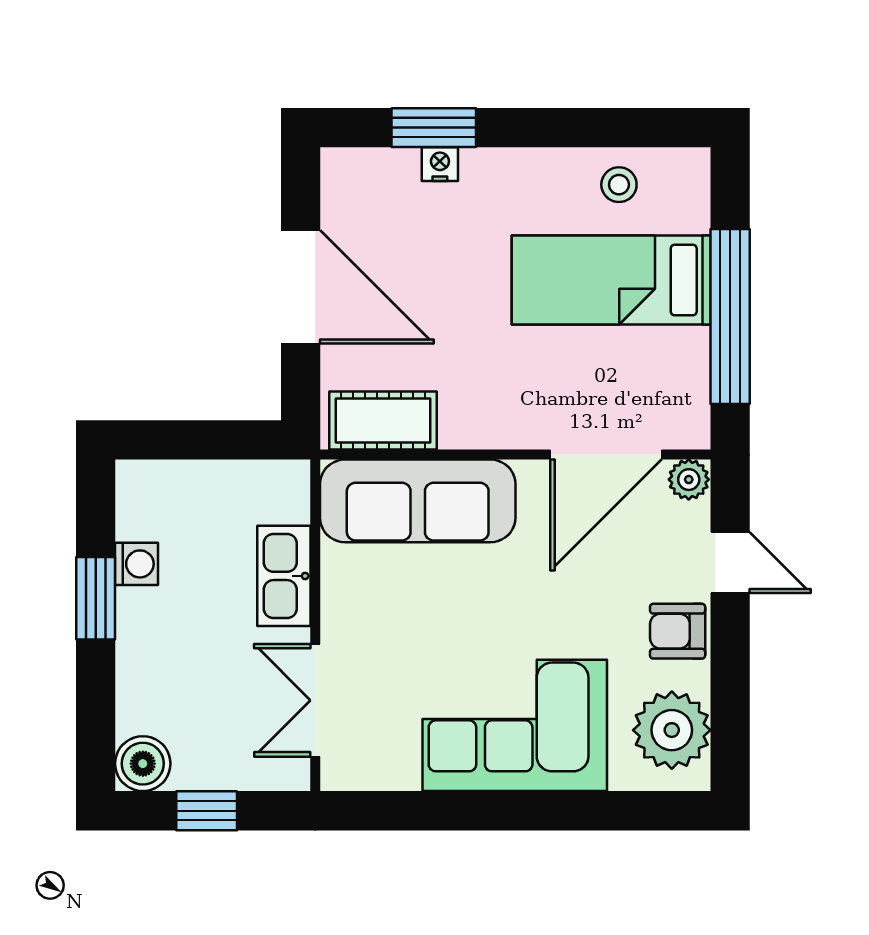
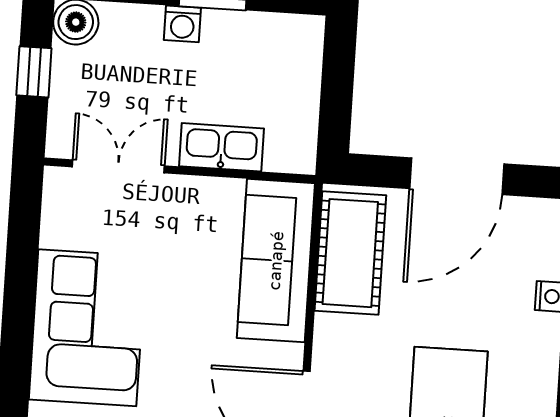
cot: (383, 420) -> (350, 253), width x1.37, depth x1.34
washing machine: (137, 564) -> (182, 24), moved

